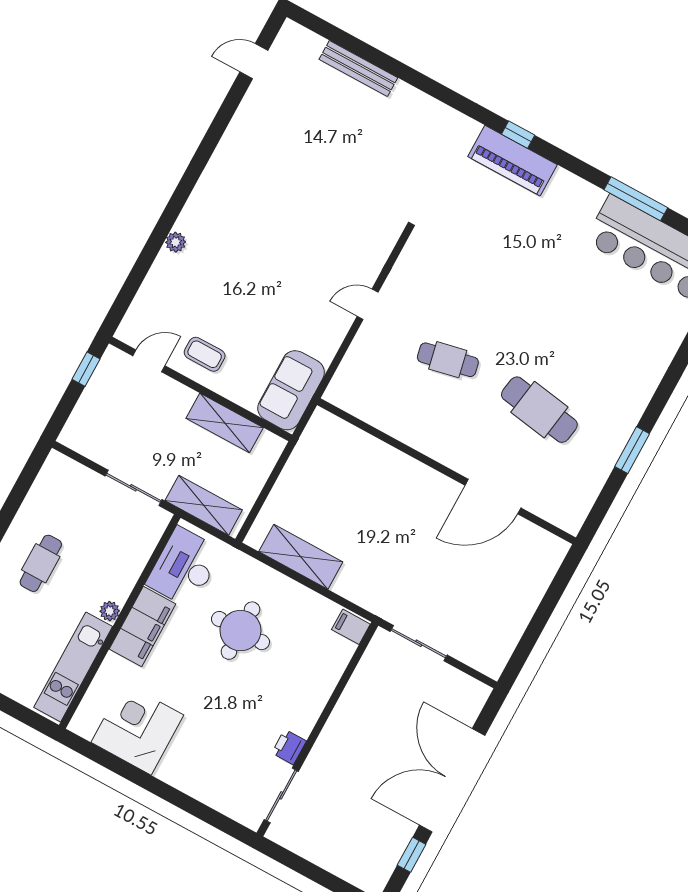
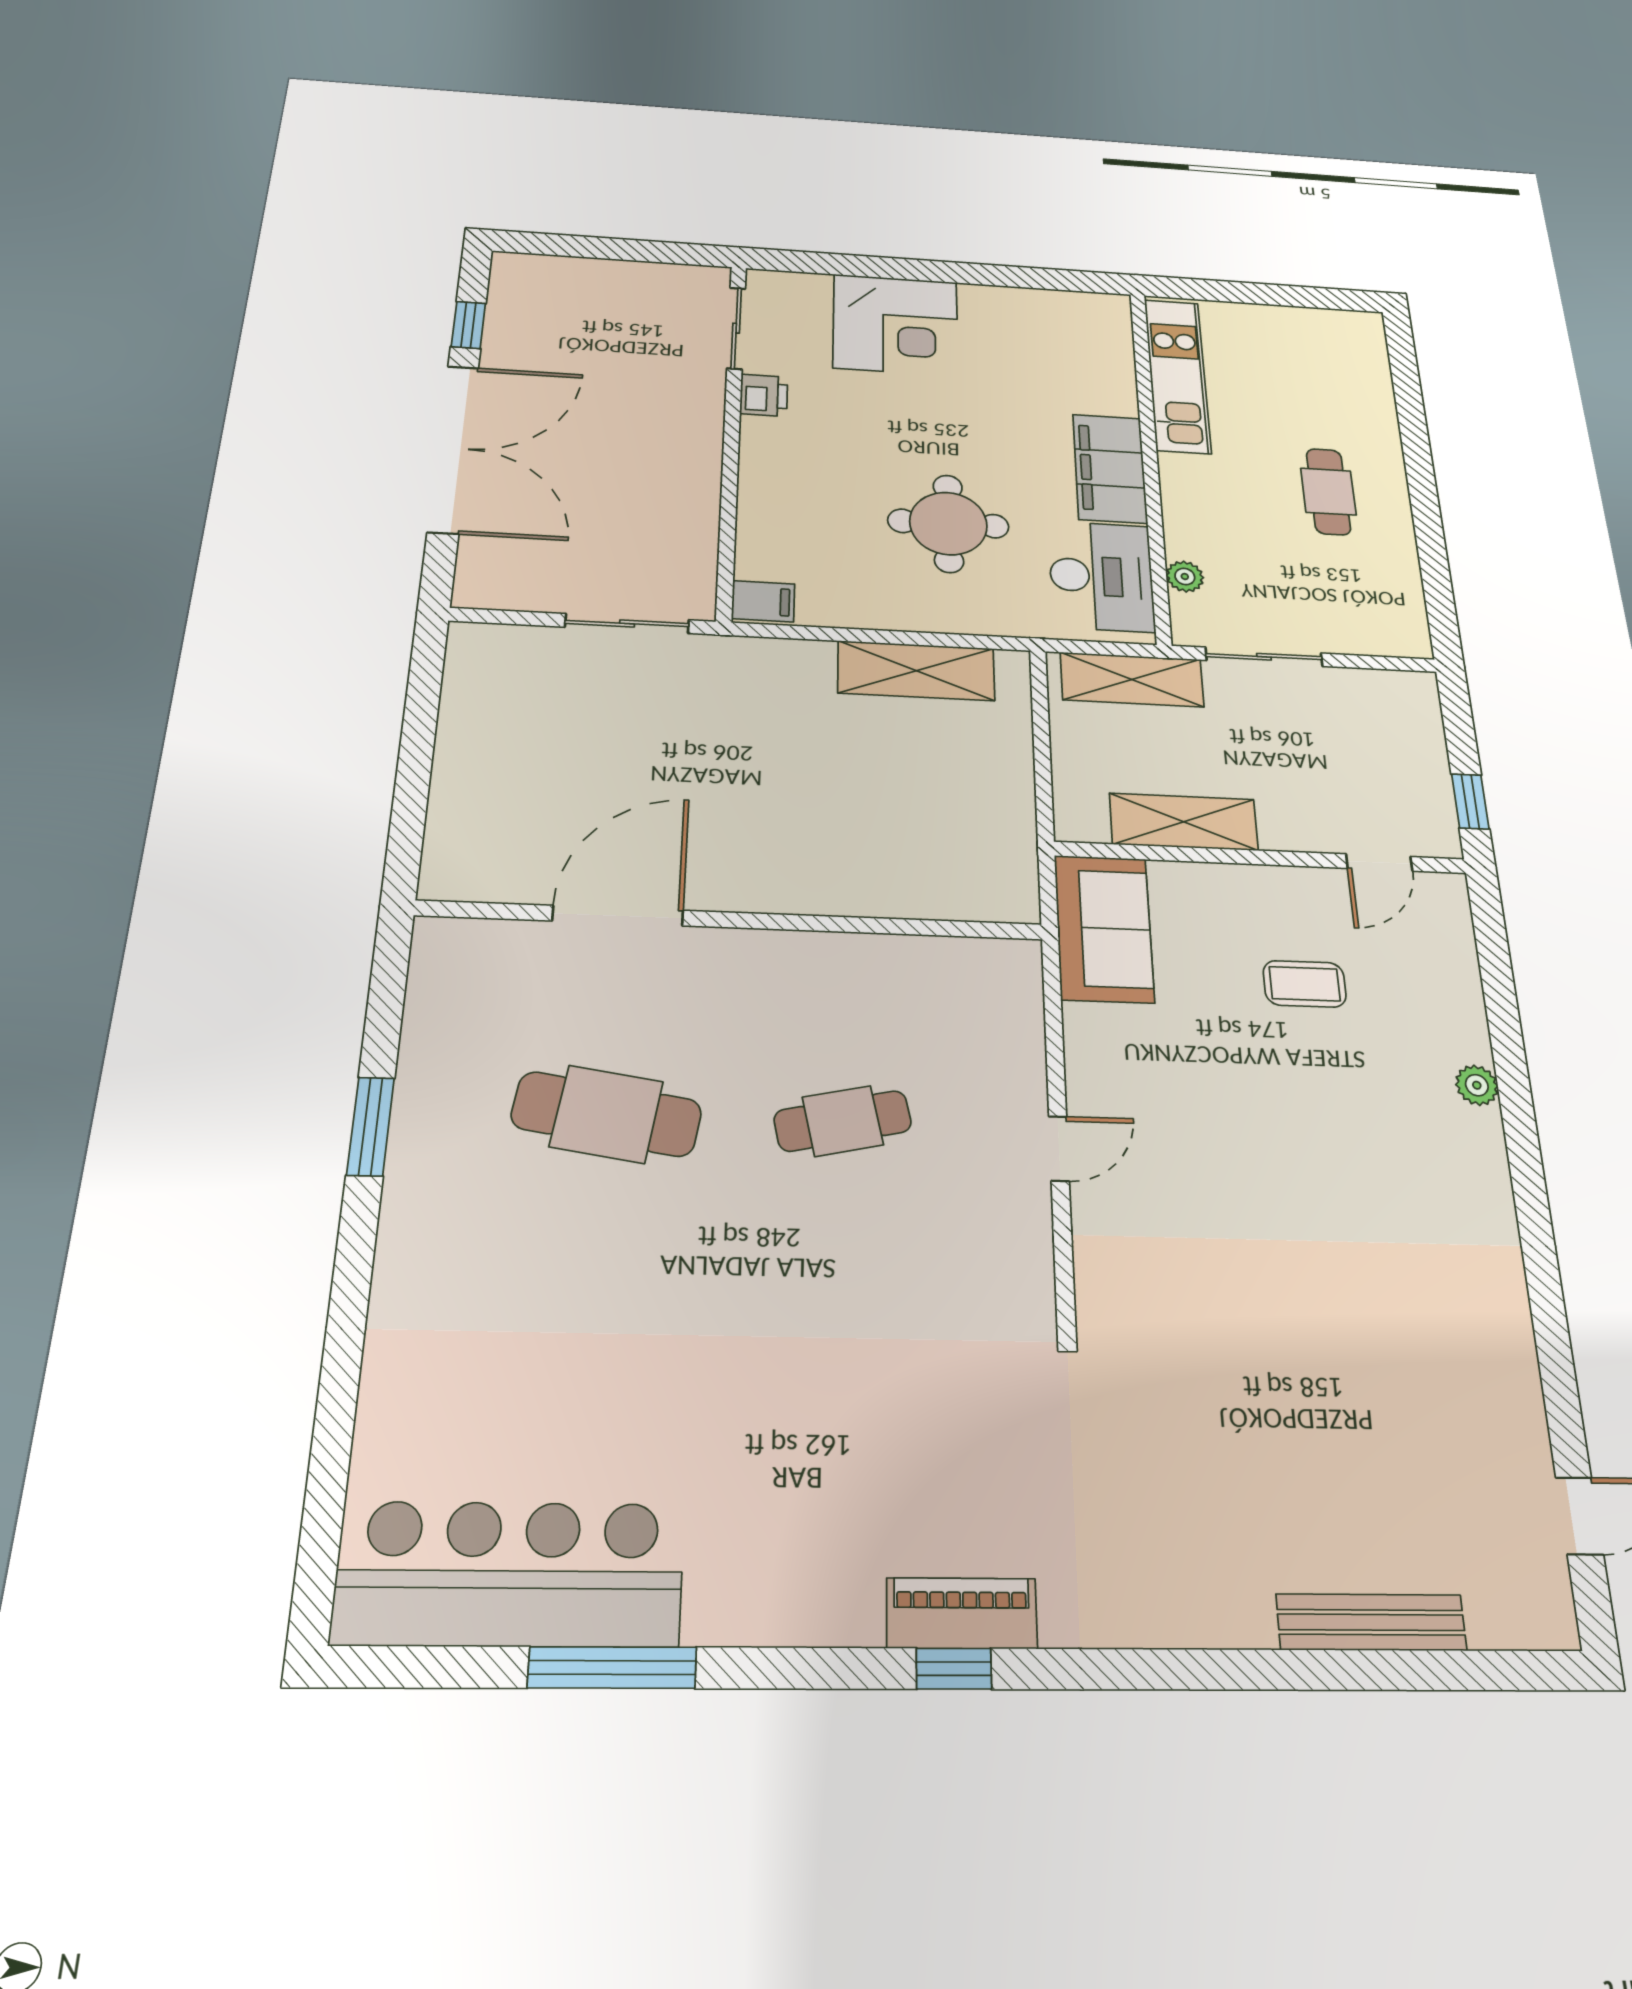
piano: (513, 161) -> (962, 1613), width x0.73, depth x0.75
coffee table: (205, 354) -> (1305, 984), moved
plant: (110, 611) -> (1185, 577), moved
corner desk: (137, 729) -> (896, 325), moved

